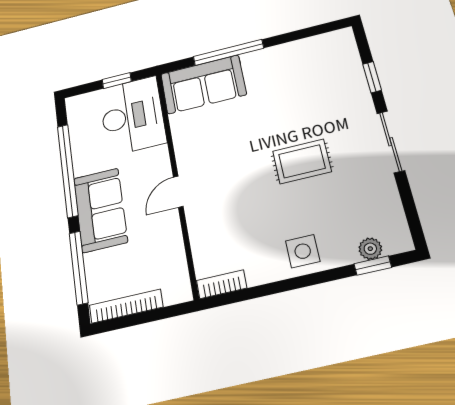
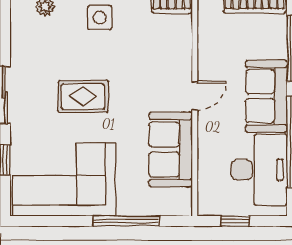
corner sofa: (303, 74) -> (64, 179), added
sofa: (203, 84) -> (171, 149), moved, turned -90
desk: (132, 116) -> (259, 170), moved, turned 180

